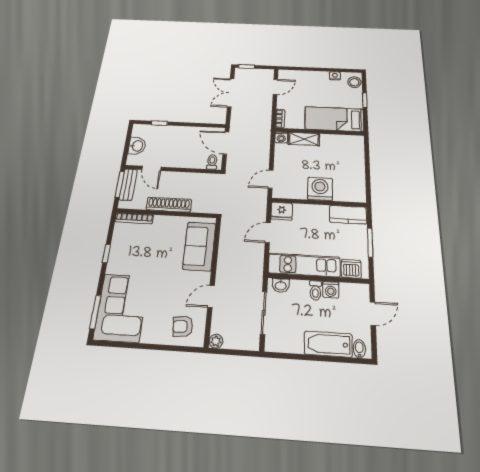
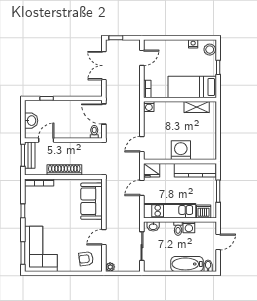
shelving: (304, 139) -> (197, 107), moved
door: (151, 168) -> (46, 140), swing flipped
kitchen counter: (348, 215) -> (195, 170), width x1.50

